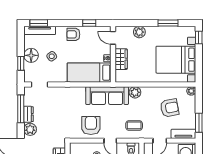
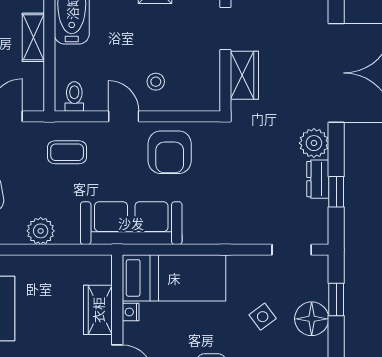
plant: (135, 92) -> (41, 231), moved
window: (21, 109) -> (336, 192), width x0.46

